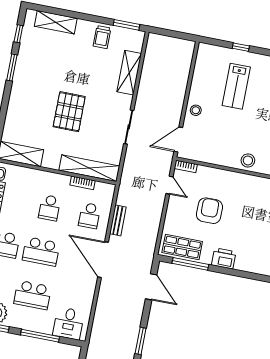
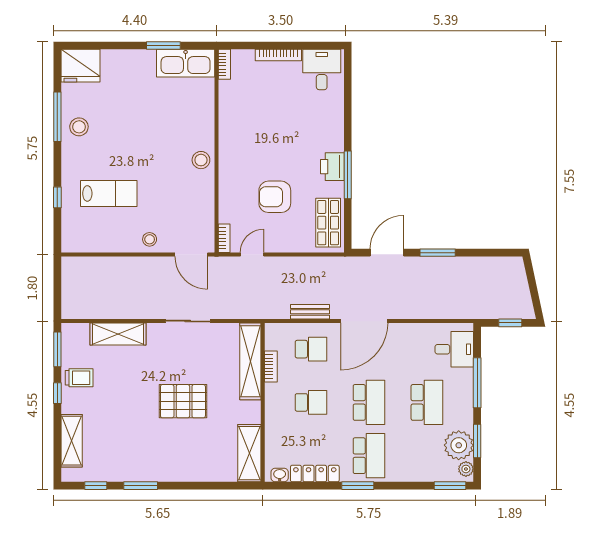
window: (94, 18) -> (57, 393), added
window: (190, 264) -> (348, 175), moved
window: (141, 341) -> (438, 253), moved

